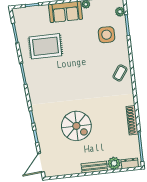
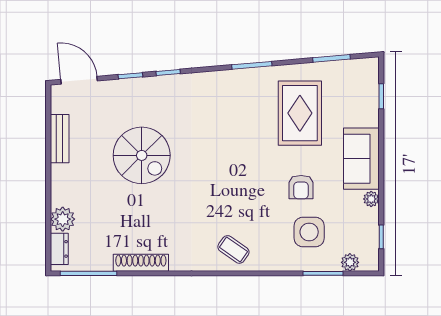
armchair: (84, 41) -> (301, 187), added
spiral stairs: (76, 126) -> (142, 155), turned -90
bench: (94, 167) -> (60, 139), moved

